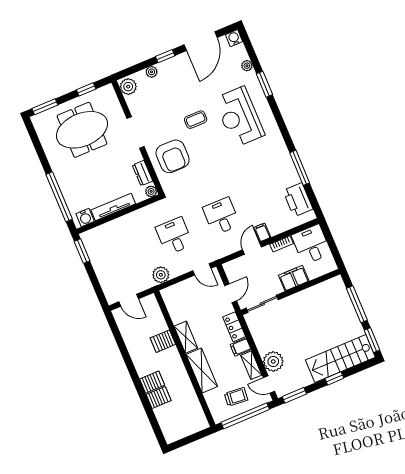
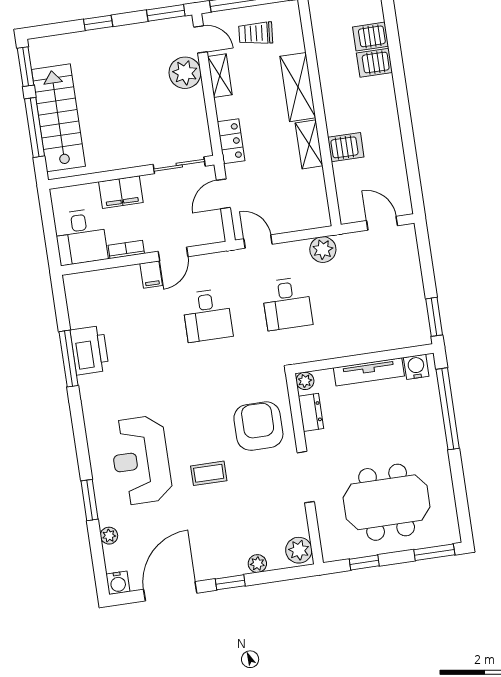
reception desk: (239, 117) -> (141, 460), turned 180
printer: (298, 200) -> (90, 350), moved
filing cabinet: (241, 347) -> (229, 108), removed
stairs: (340, 359) -> (58, 118), moved, turned -90
server rack: (152, 382) -> (371, 37), moved

